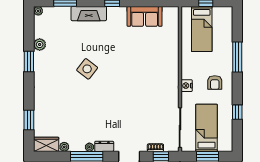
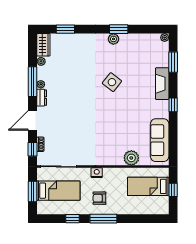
sofa: (145, 16) -> (160, 140), width x1.36
plant: (40, 45) -> (113, 39), moved
plant: (170, 48) -> (131, 158), added
window: (237, 57) -> (103, 219), moved

